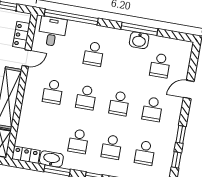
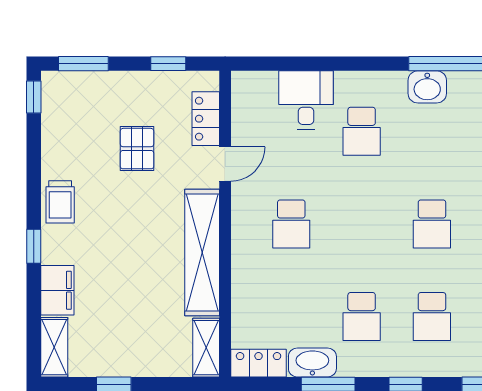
window: (71, 17) -> (302, 64), removed
desk: (52, 31) -> (306, 100), moved
washbasin: (139, 40) -> (427, 87), moved
school desk: (86, 98) -> (362, 224), removed

